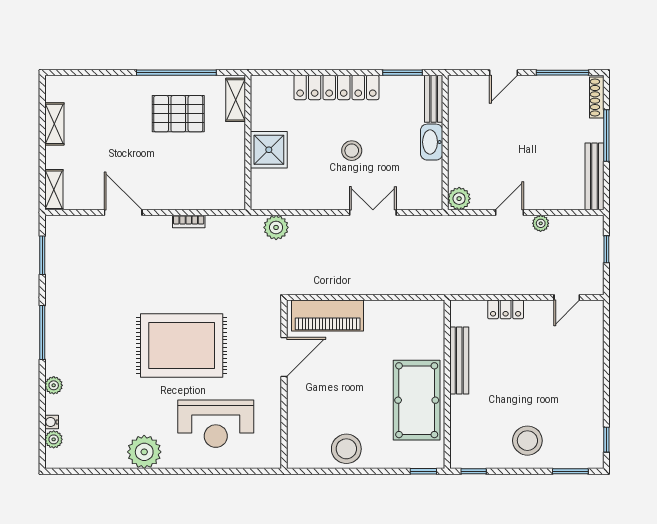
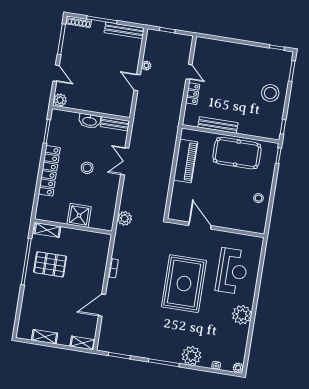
bench: (434, 99) -> (115, 124), moved
pallet: (178, 114) -> (50, 264), turned 90
plant: (459, 199) -> (60, 100), moved
door: (567, 297) -> (189, 72), moved
piano: (328, 315) -> (186, 161), moved
plant: (54, 385) -> (191, 356), width x1.88, depth x1.88
plant: (54, 439) -> (238, 368), moved
stool: (346, 449) -> (258, 198), width x0.53, depth x0.53

